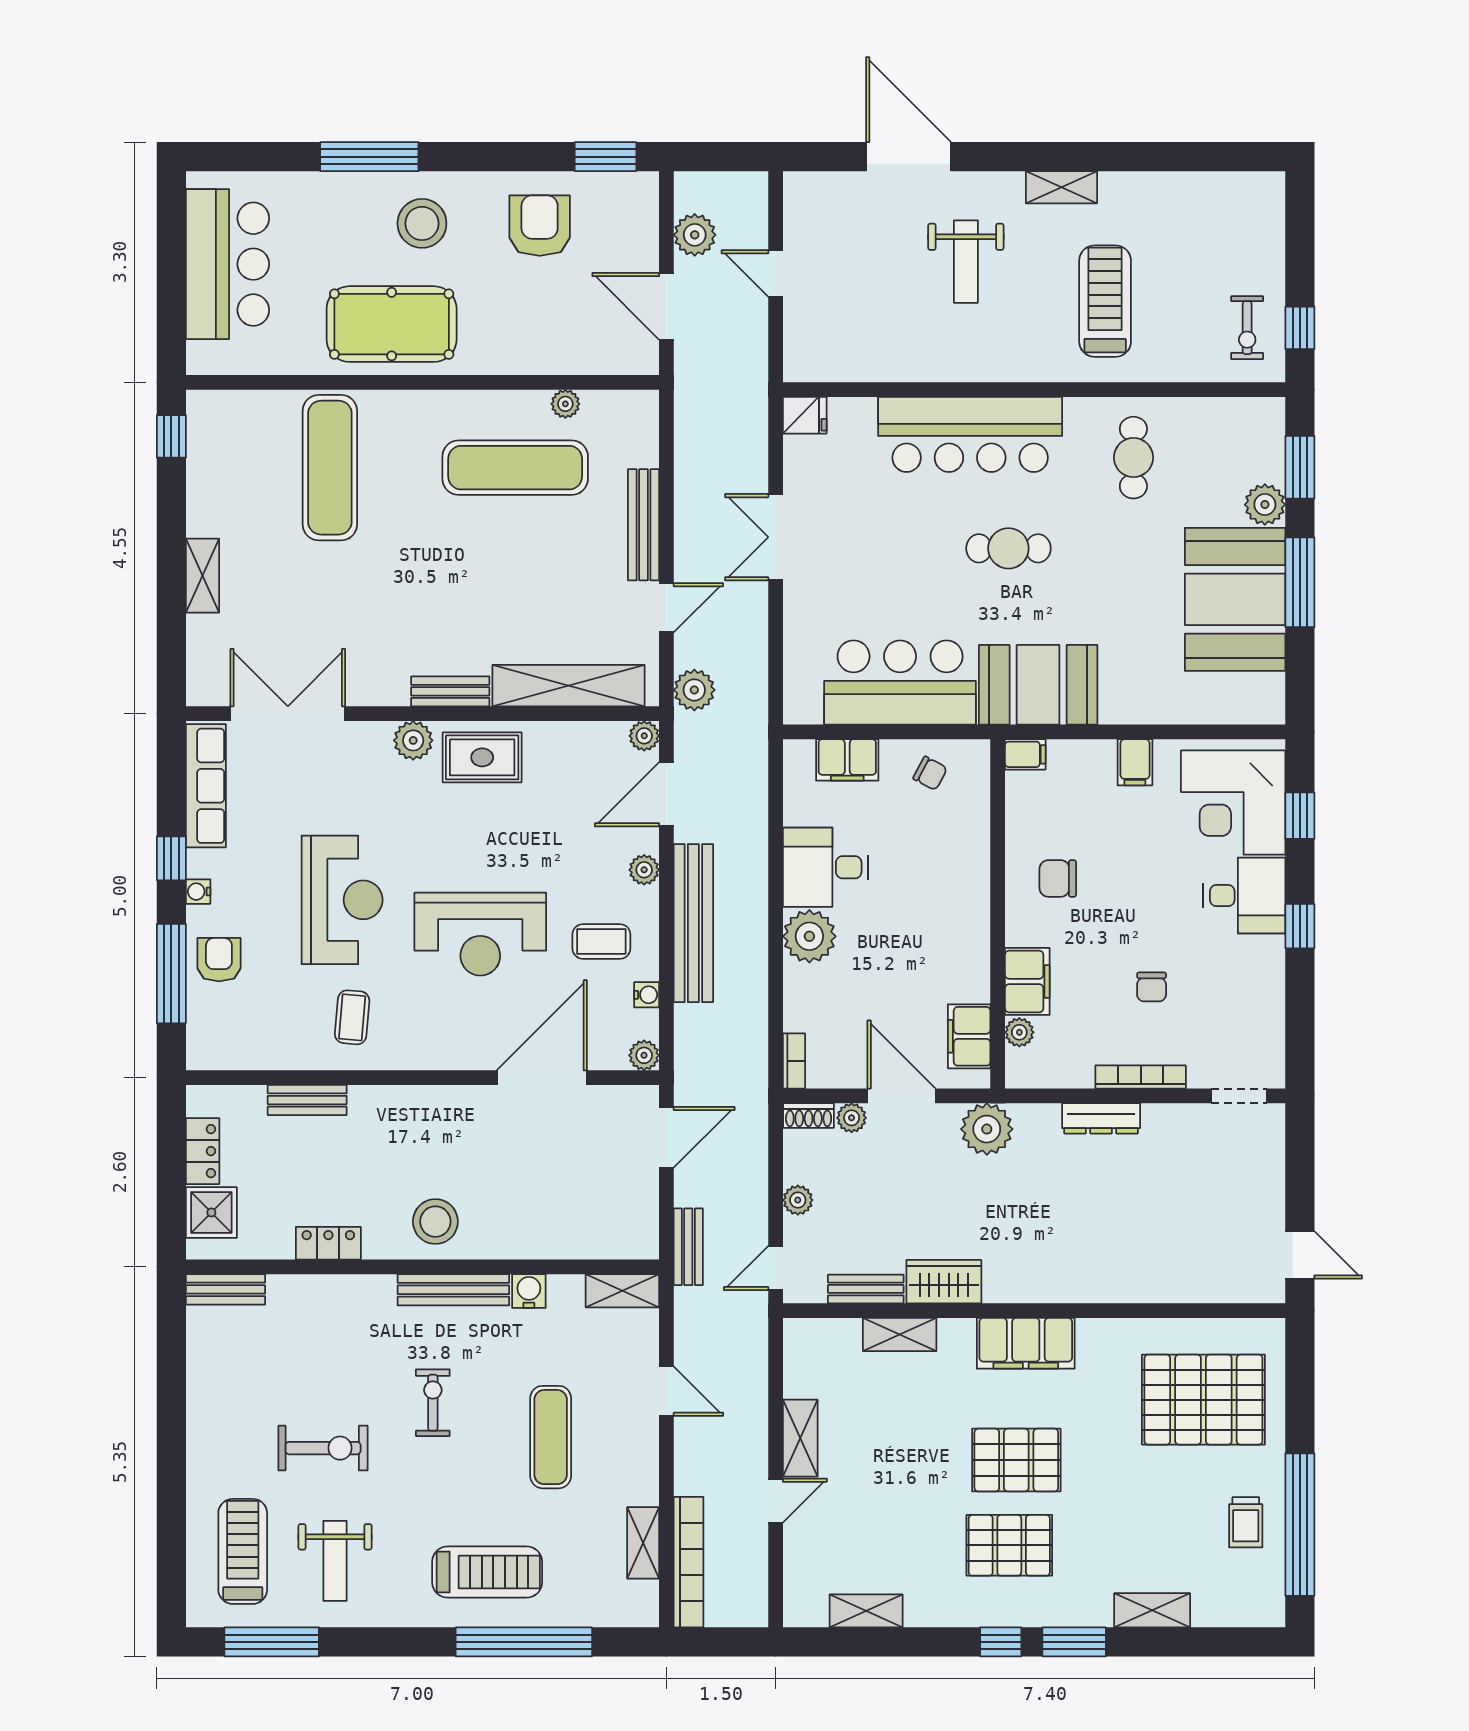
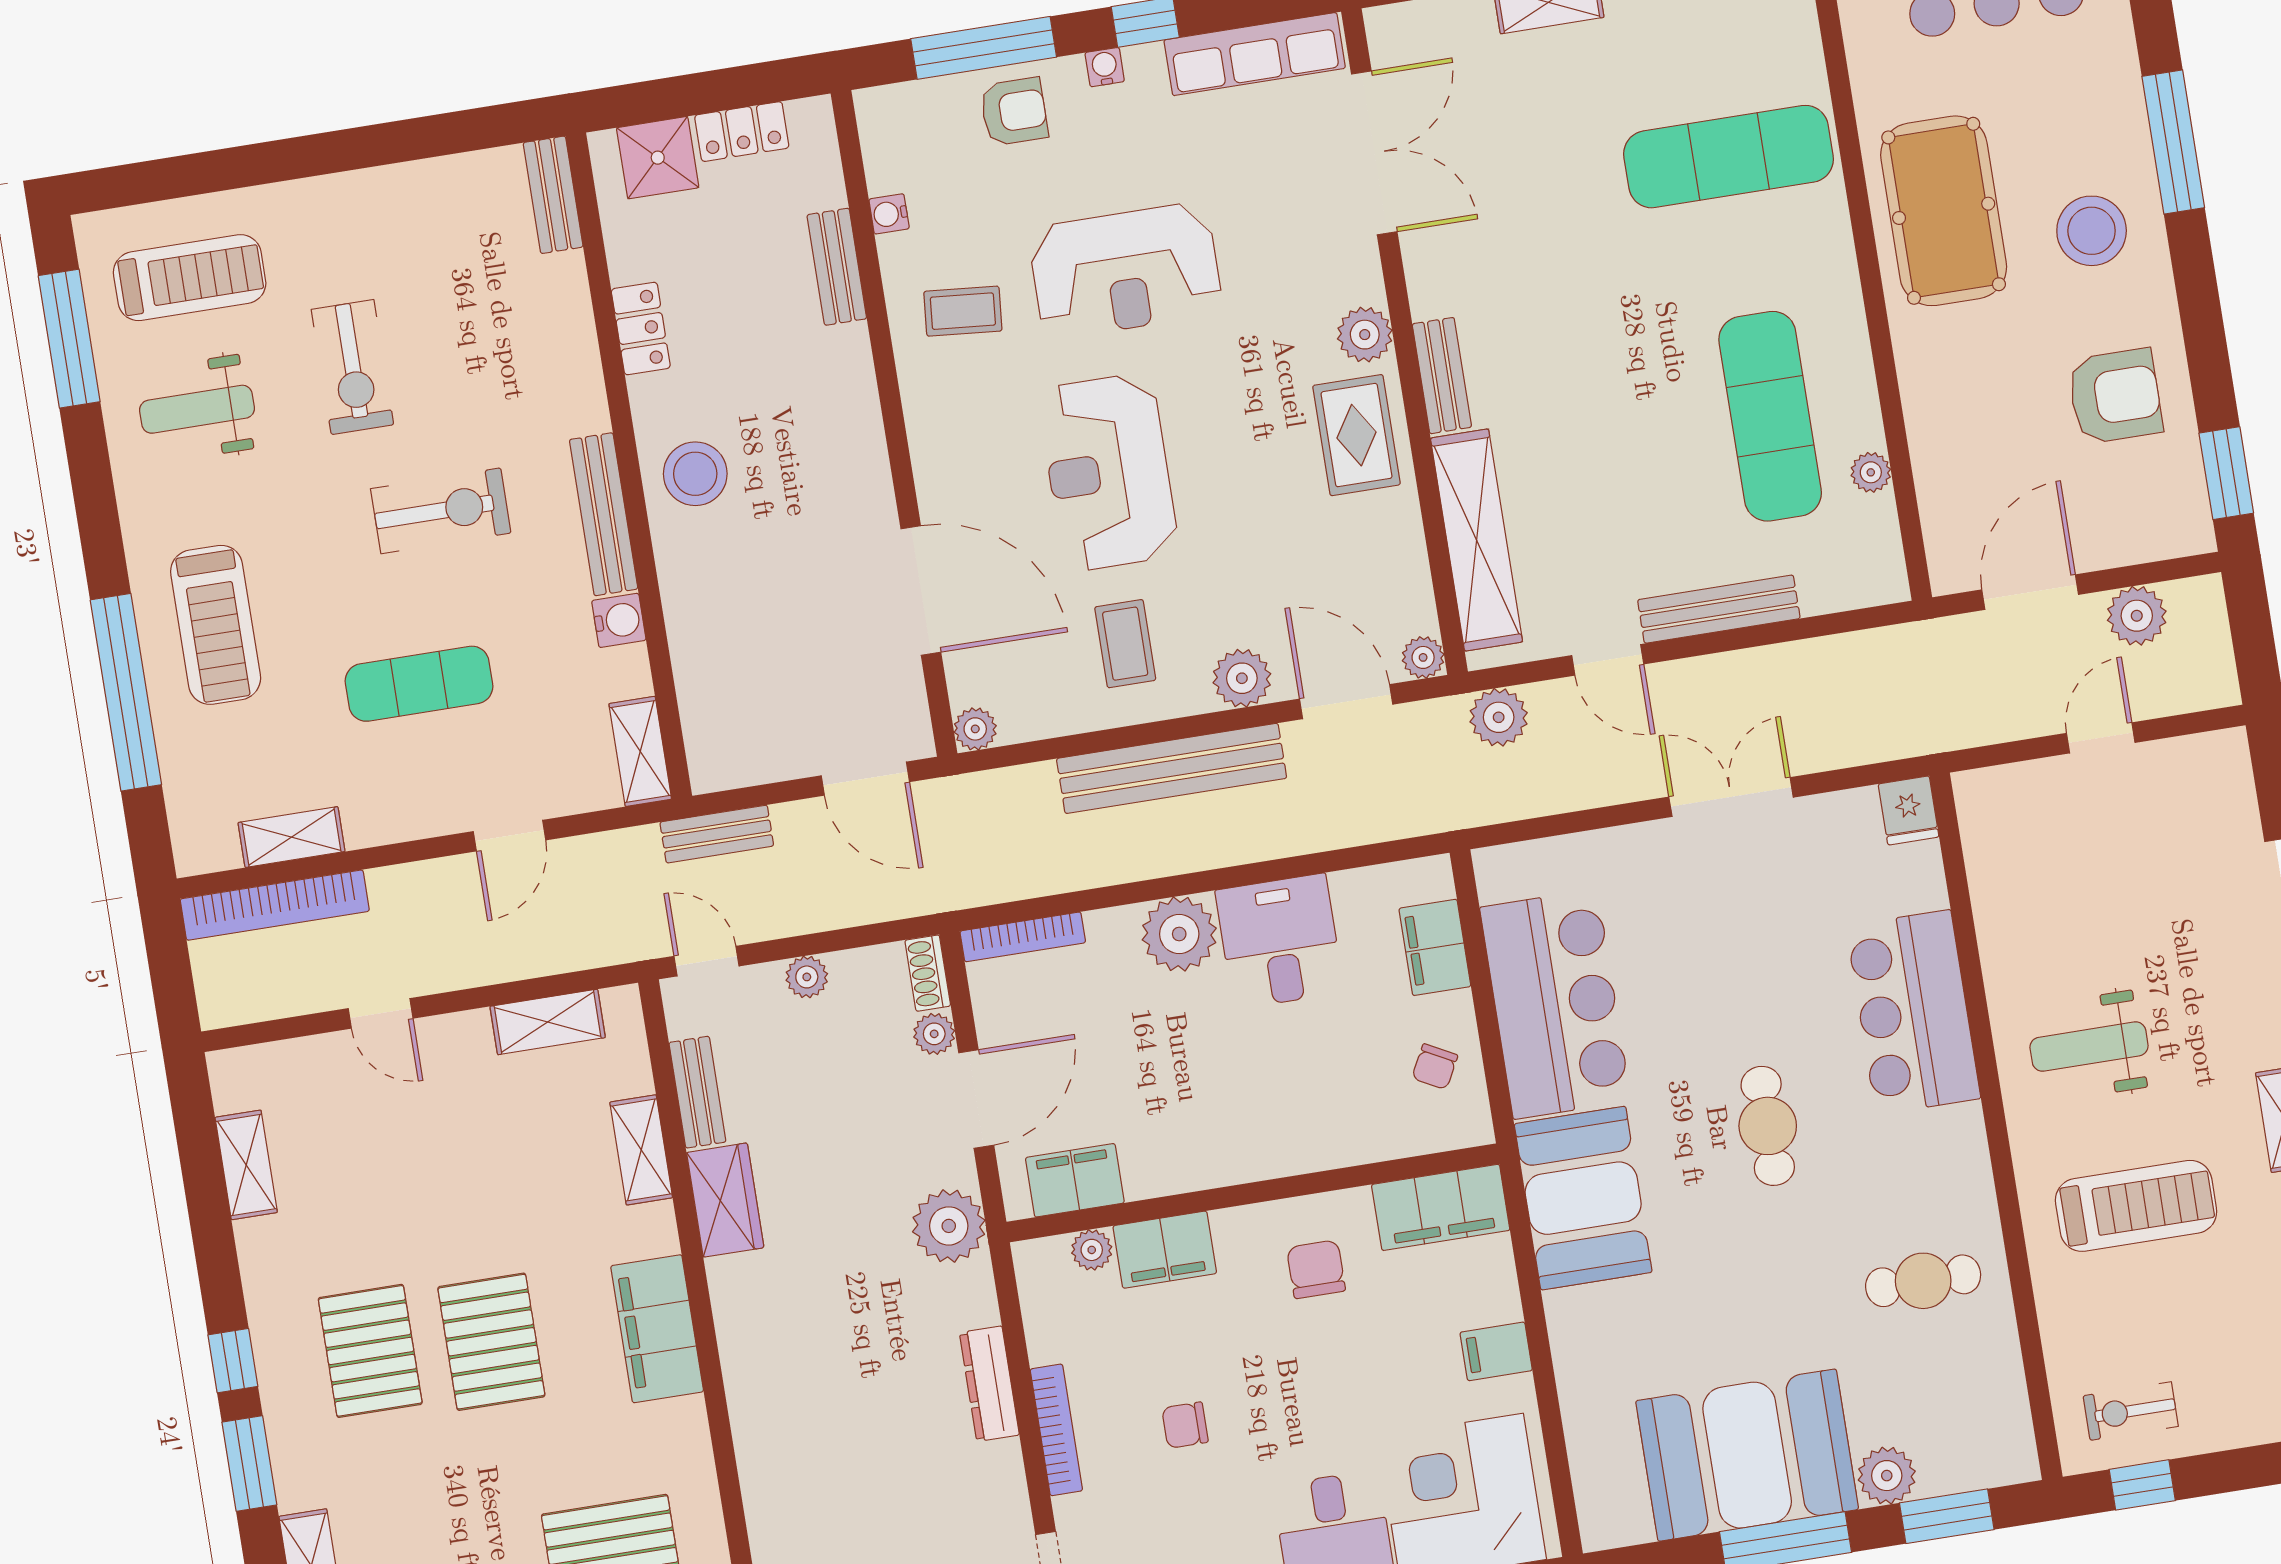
weight bench: (966, 262) -> (2089, 1047), moved
bar counter: (970, 434) -> (1913, 1012), width x0.73
filing cabinet: (1025, 754) -> (1441, 1207), width x3.00, depth x1.17
plant: (644, 870) -> (1242, 678), width x1.38, depth x1.38
water cooler: (647, 995) -> (889, 214), moved, turned 90
bookcase: (794, 1061) -> (1023, 937), width x1.56
exercise bike: (433, 1403) -> (441, 511), width x1.38, depth x1.39
shelving: (800, 1438) -> (548, 1022), moved

